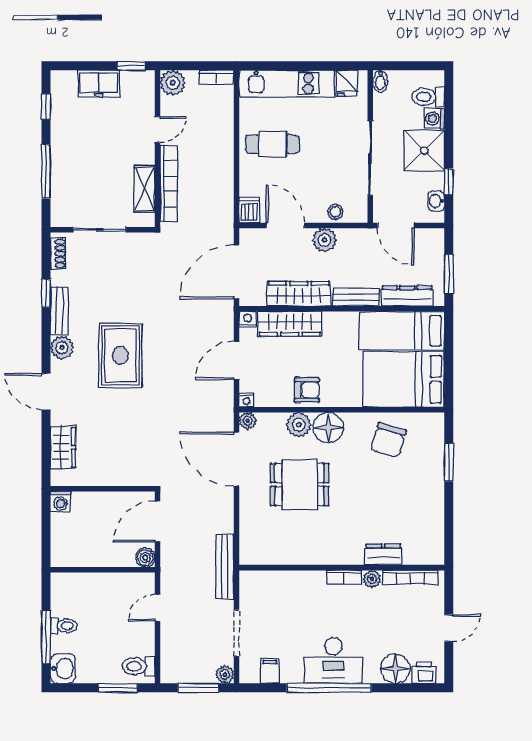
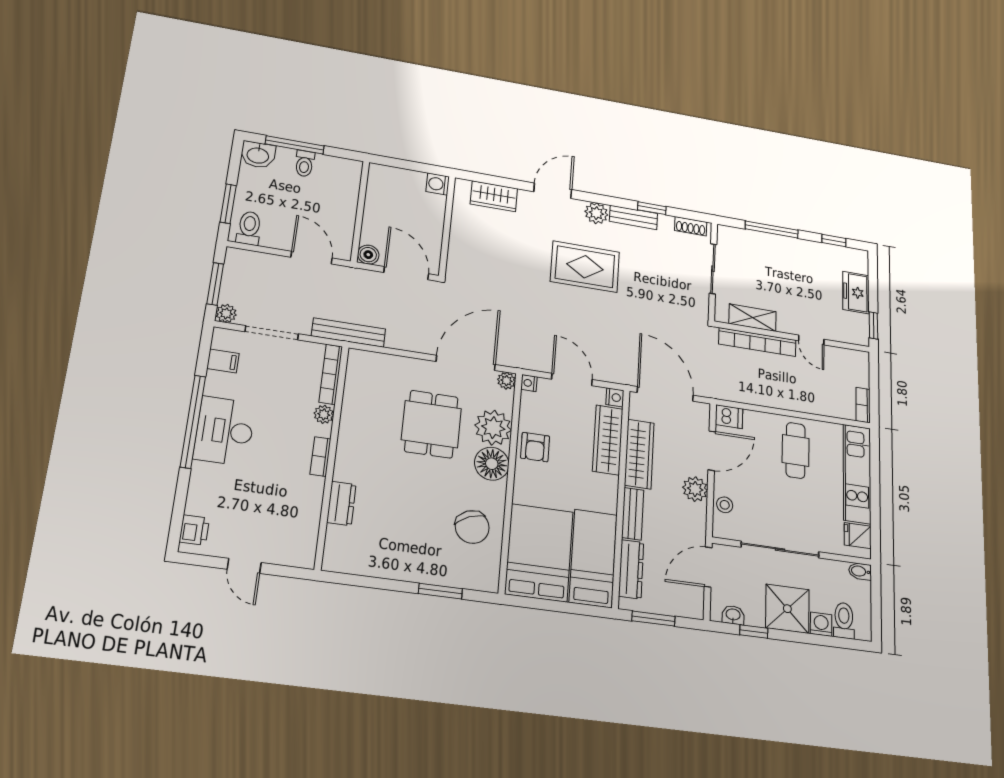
plant: (173, 83) -> (857, 362), removed
plant: (299, 425) -> (493, 428), width x1.36, depth x1.36
chair: (389, 440) -> (472, 527), turned -129
bookcase: (410, 577) -> (331, 374), moved
plant: (372, 579) -> (324, 414), moved
door: (157, 608) -> (312, 258), width x1.38
floor lamp: (395, 669) -> (204, 498), removed

